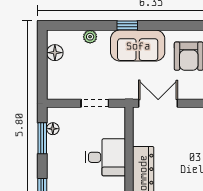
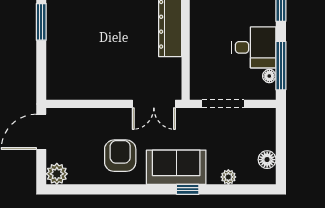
doorway: (95, 103) -> (223, 104), width x1.38
window: (42, 138) -> (281, 66), width x1.44
desk: (105, 157) -> (254, 47), moved, turned 180

